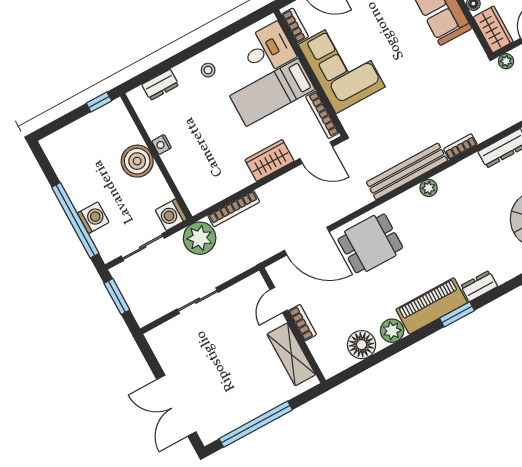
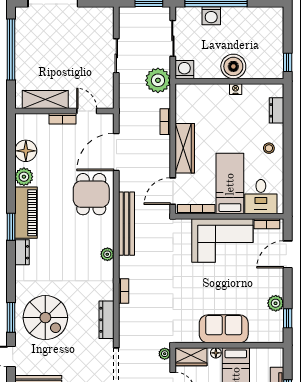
wardrobe: (269, 160) -> (185, 148), width x1.50
bench: (407, 171) -> (127, 224), moved
bookcase: (234, 209) -> (165, 122), width x0.64

